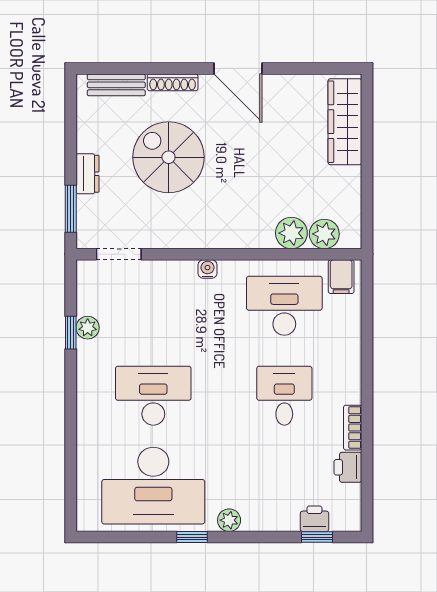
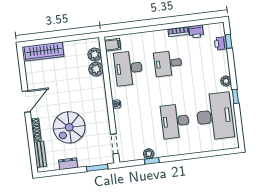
dresser: (87, 174) -> (68, 164), moved

